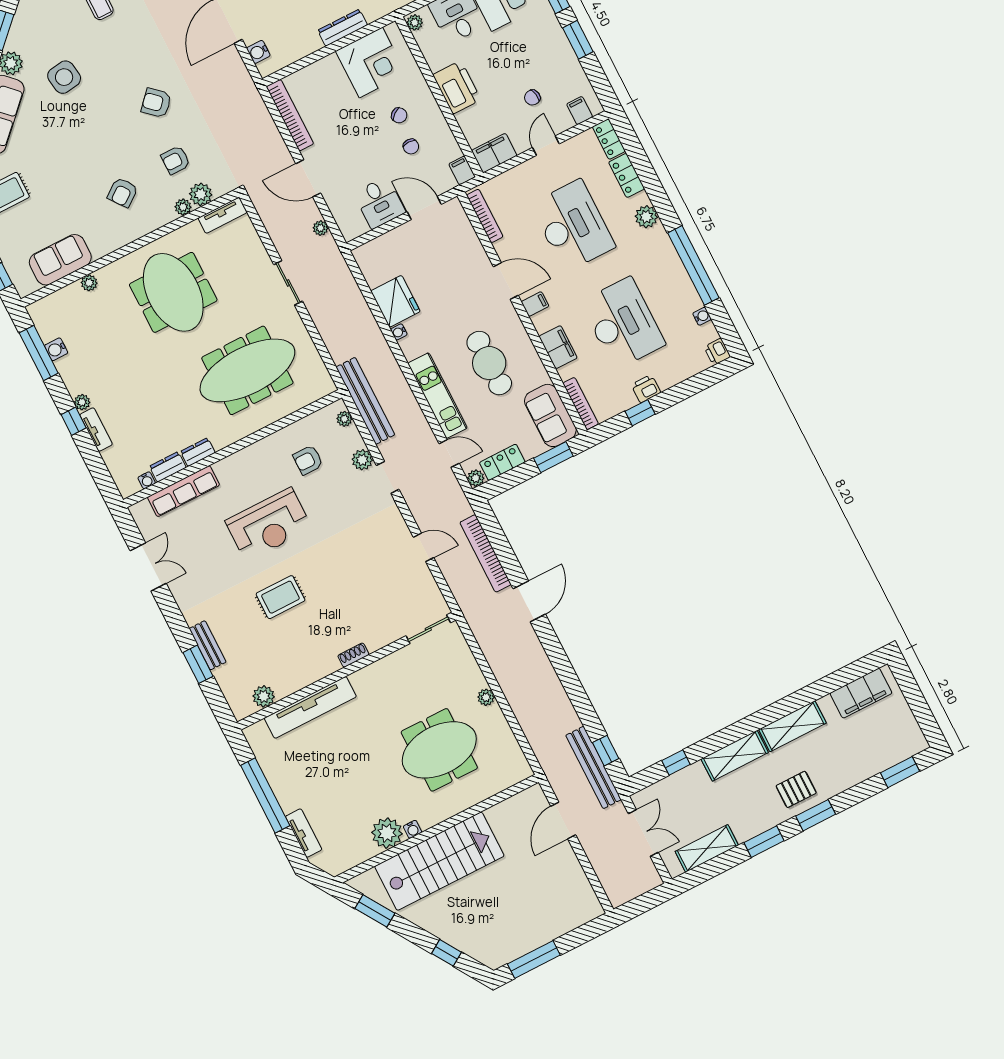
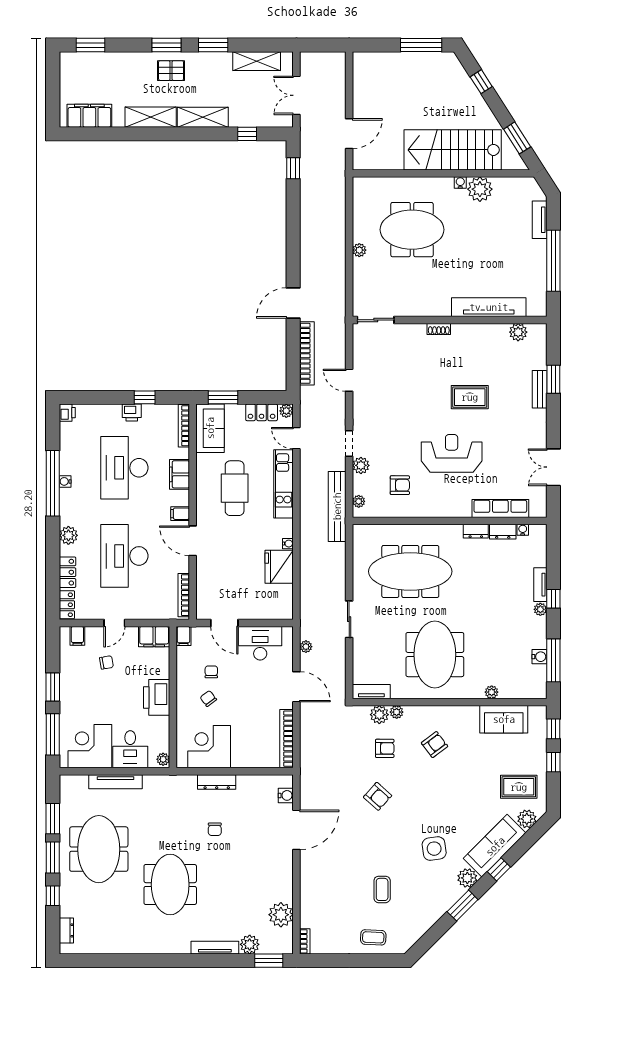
desk: (379, 203) -> (260, 643), width x1.37
water cooler: (702, 316) -> (65, 481), moved
bench: (594, 767) -> (308, 161), removed

